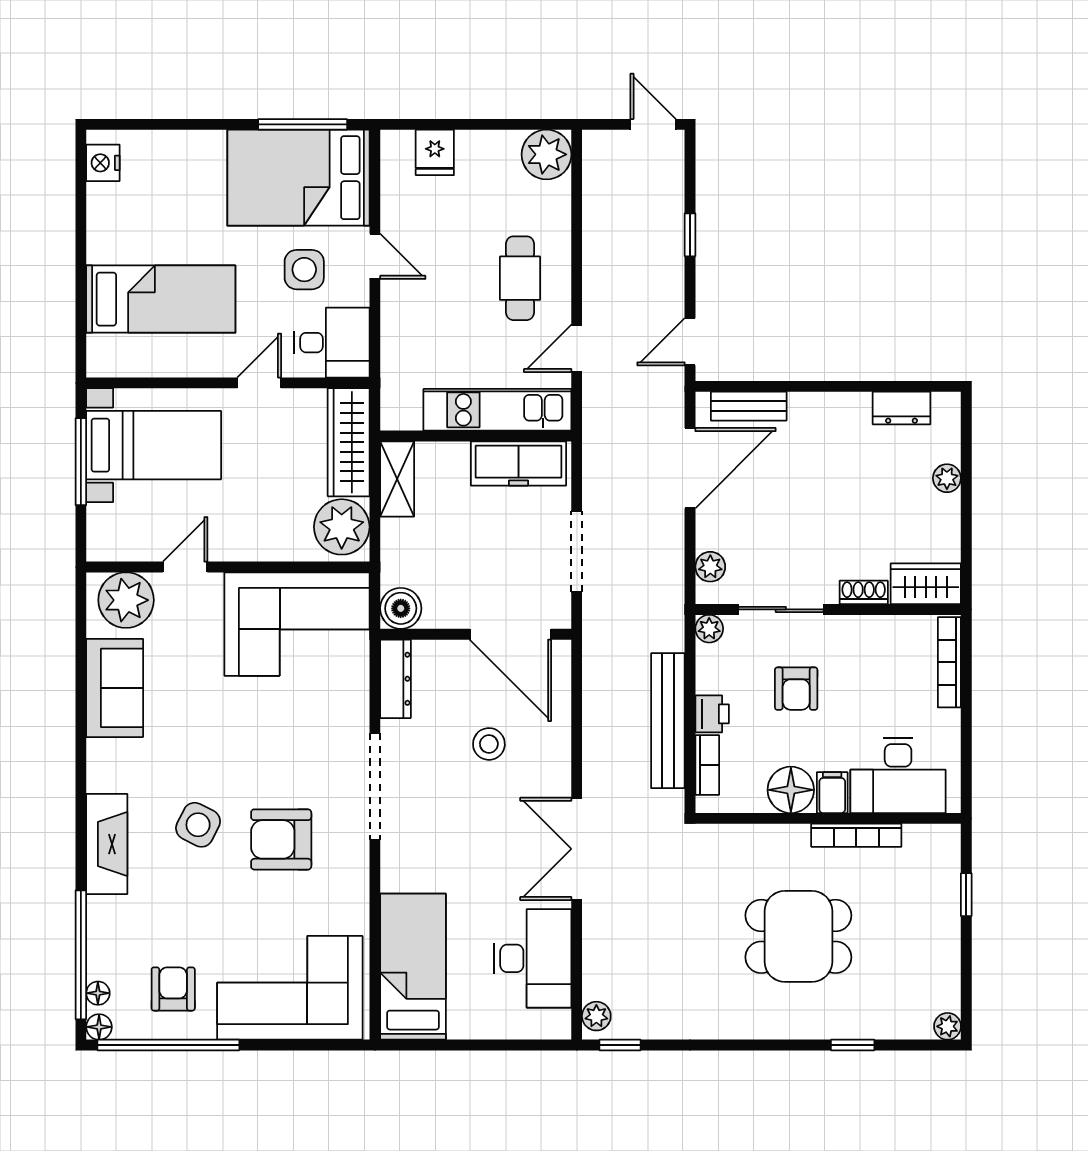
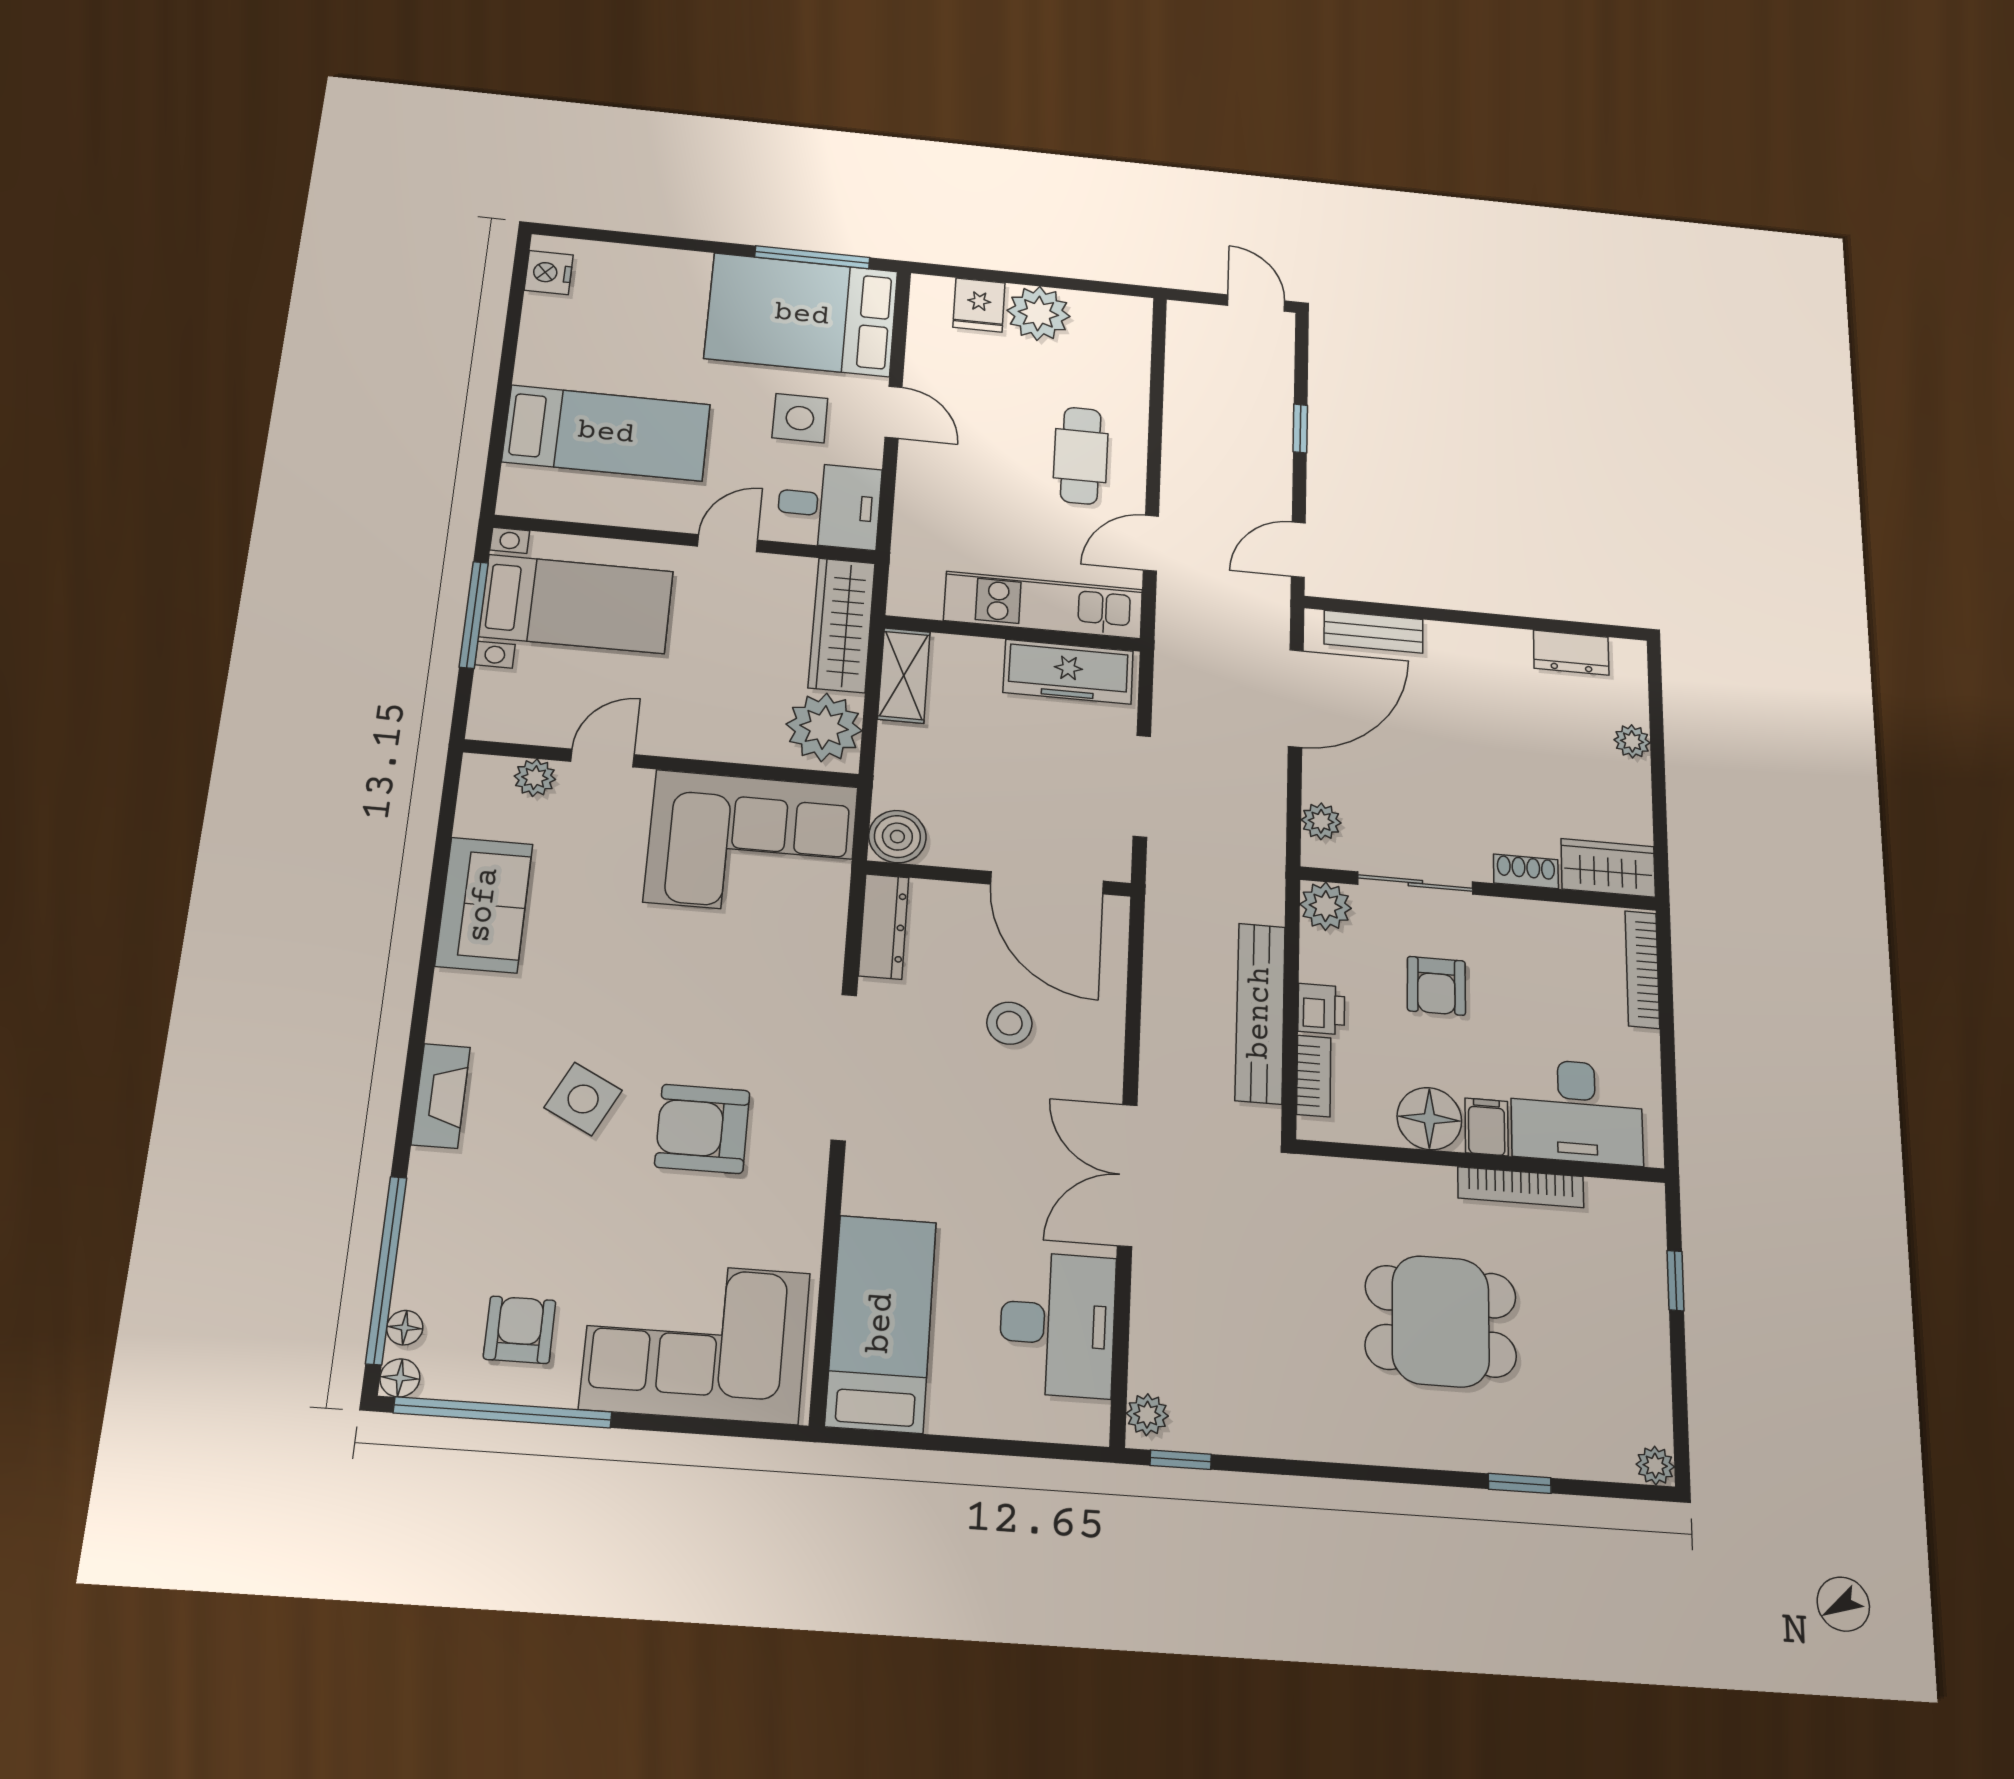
plant: (547, 154) -> (1038, 313), moved
plant: (126, 600) -> (535, 778), width x0.53, depth x0.53
plant: (709, 629) -> (1326, 906), width x1.38, depth x1.38
fireplace: (107, 844) -> (441, 1096), width x0.73, depth x0.76

